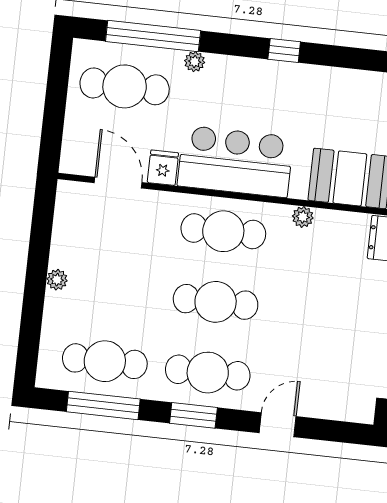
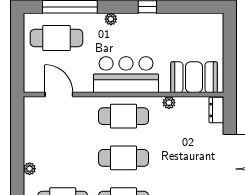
plant: (195, 62) -> (111, 19), moved
fridge: (163, 168) -> (84, 83), removed
plant: (57, 280) -> (30, 169), moved

